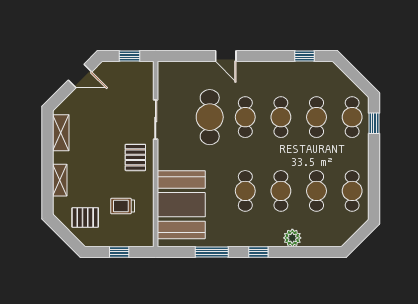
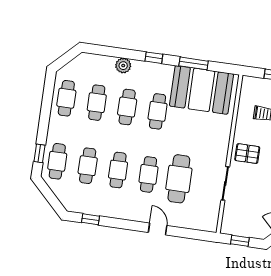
pallet: (135, 157) -> (247, 154), turned 90
booth: (181, 205) -> (201, 90), moved, turned 90

